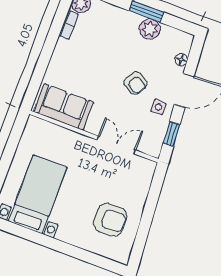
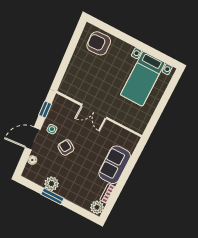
sofa: (63, 107) -> (115, 165), moved, turned 90
double door: (116, 145) -> (94, 111), moved
armchair: (110, 220) -> (99, 43), moved

